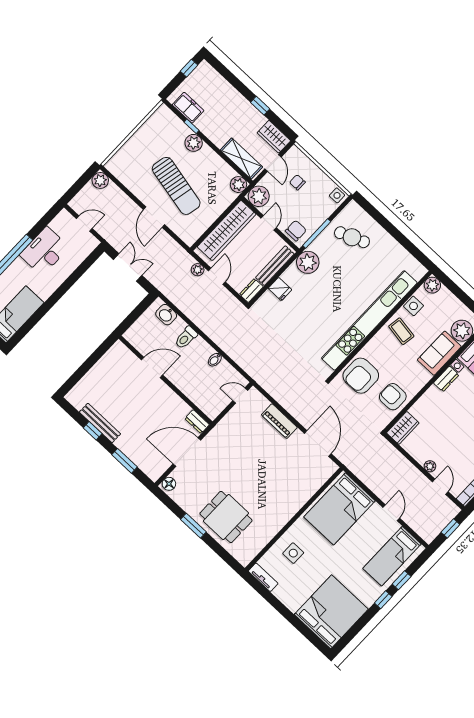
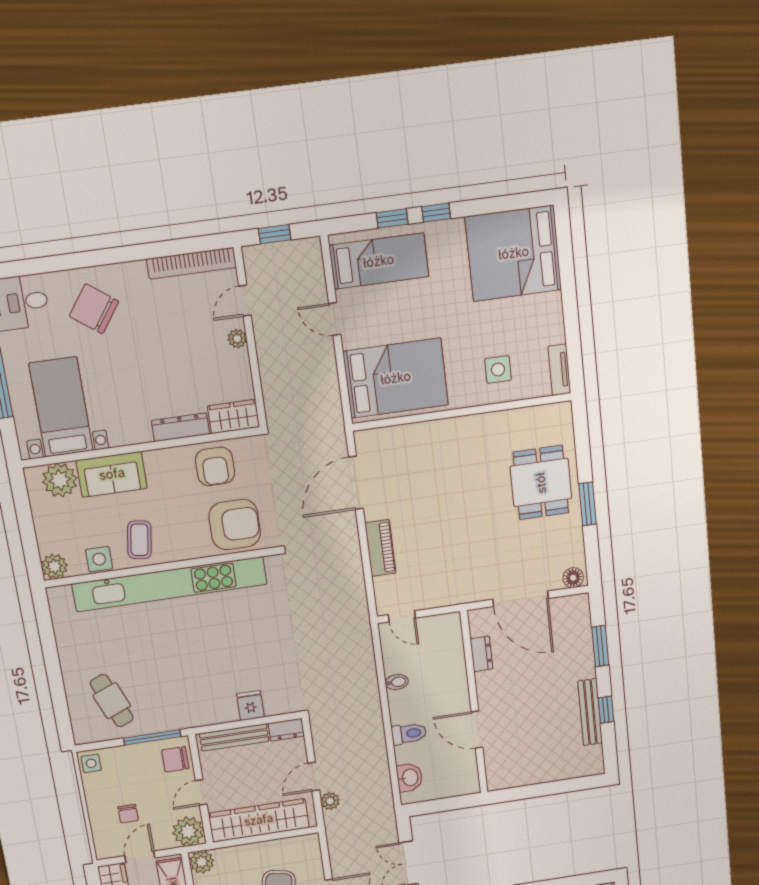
plant: (308, 262) -> (191, 712), removed
dresser: (446, 379) -> (181, 427), moved, width x1.44
dresser: (197, 422) -> (482, 654), moved
door: (391, 513) -> (335, 319), hinge flipped

